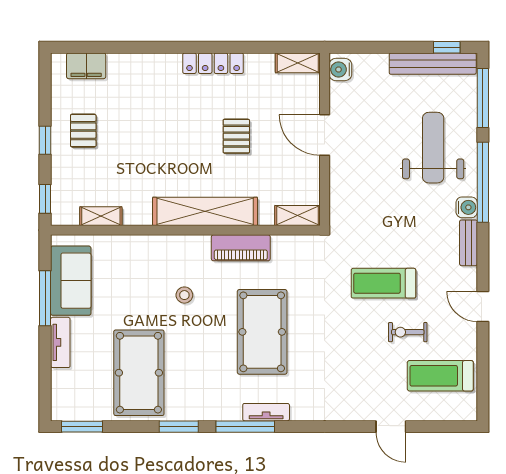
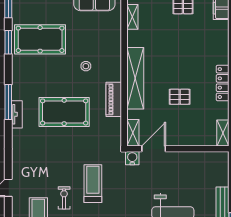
water cooler: (340, 69) -> (132, 158), moved
door: (325, 135) -> (154, 149), moved
window: (179, 427) -> (8, 42), moved

